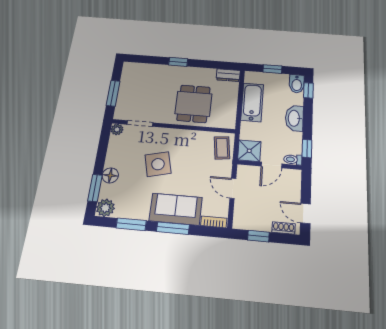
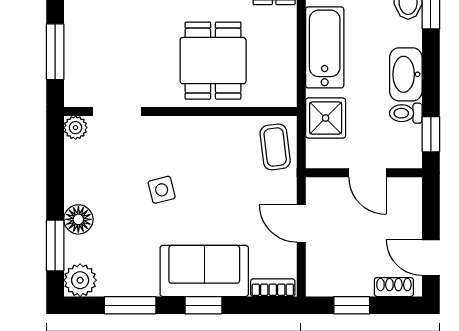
shower: (249, 151) -> (326, 118), moved
toilet: (293, 160) -> (406, 113), moved
side table: (158, 164) -> (162, 190), width x0.54, depth x0.54
door: (271, 165) -> (368, 173), hinge flipped
window: (173, 228) -> (203, 305), width x0.67

